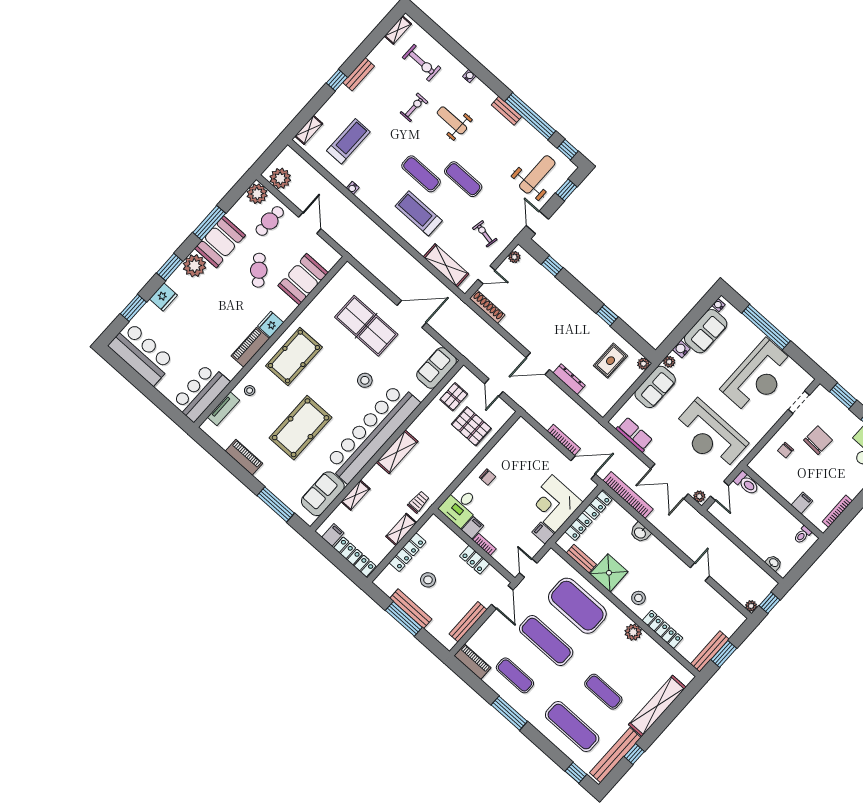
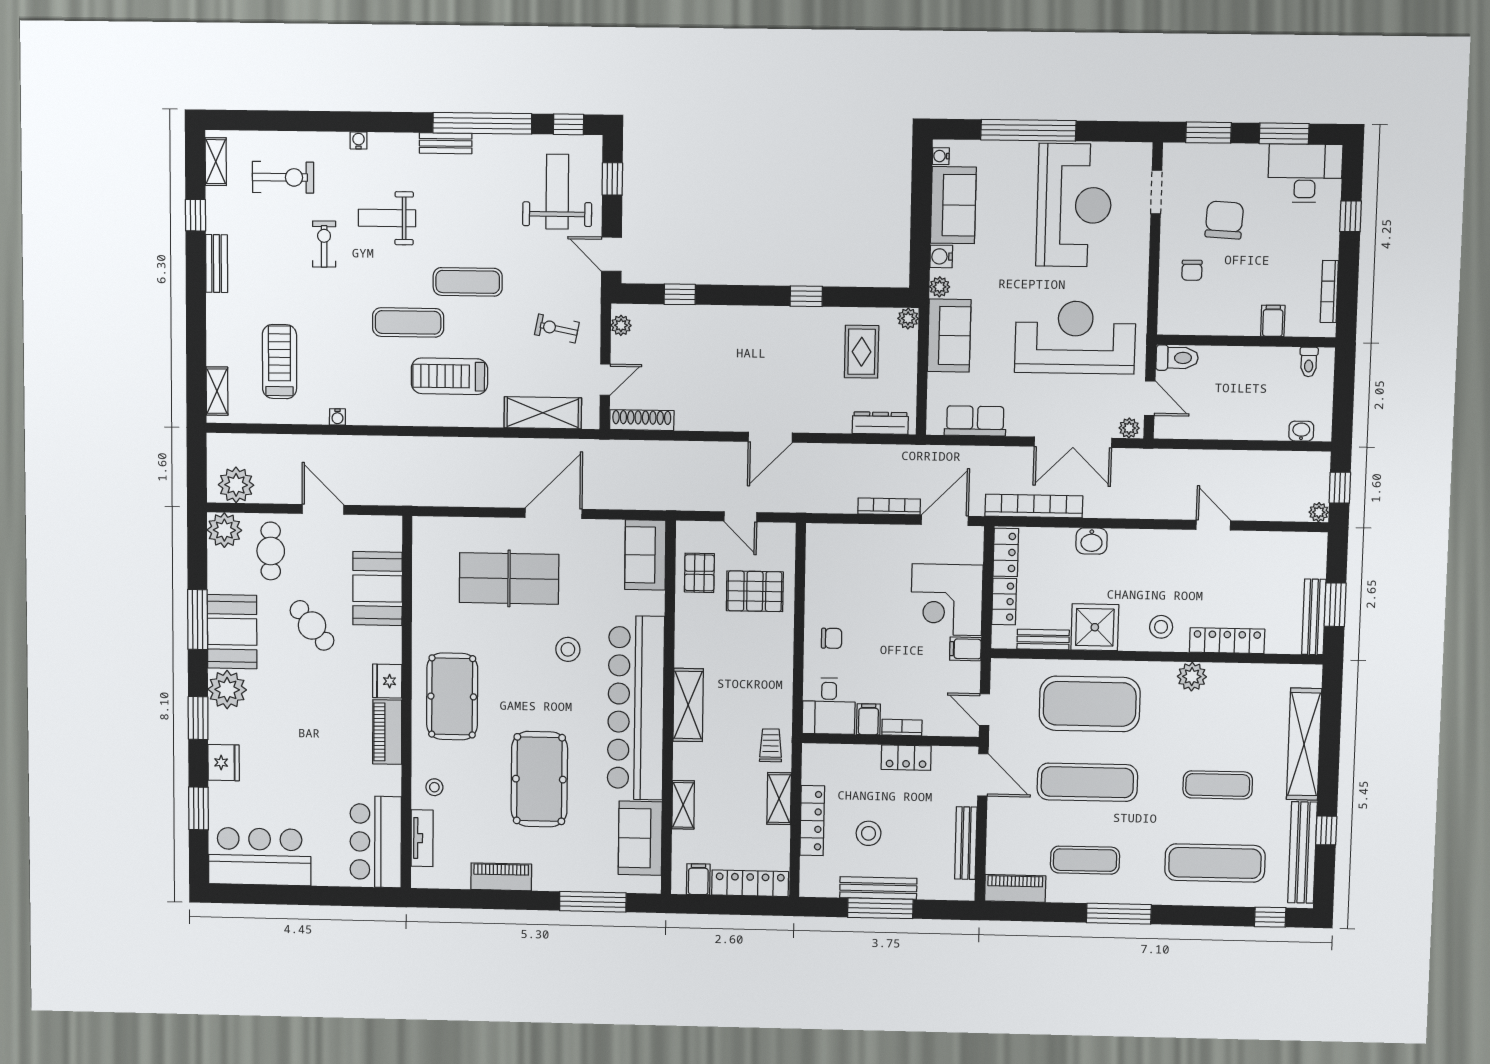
window: (337, 80) -> (195, 215), moved
dresser: (569, 379) -> (880, 423), moved
reception desk: (710, 436) -> (1075, 337), turned 180

